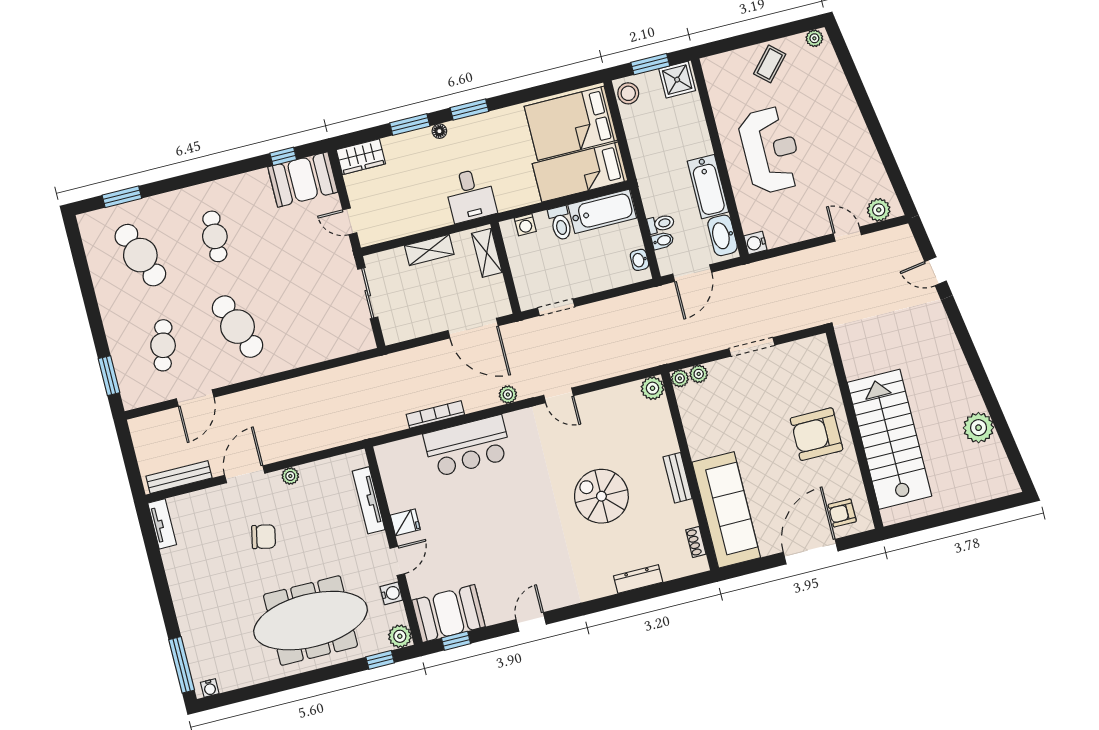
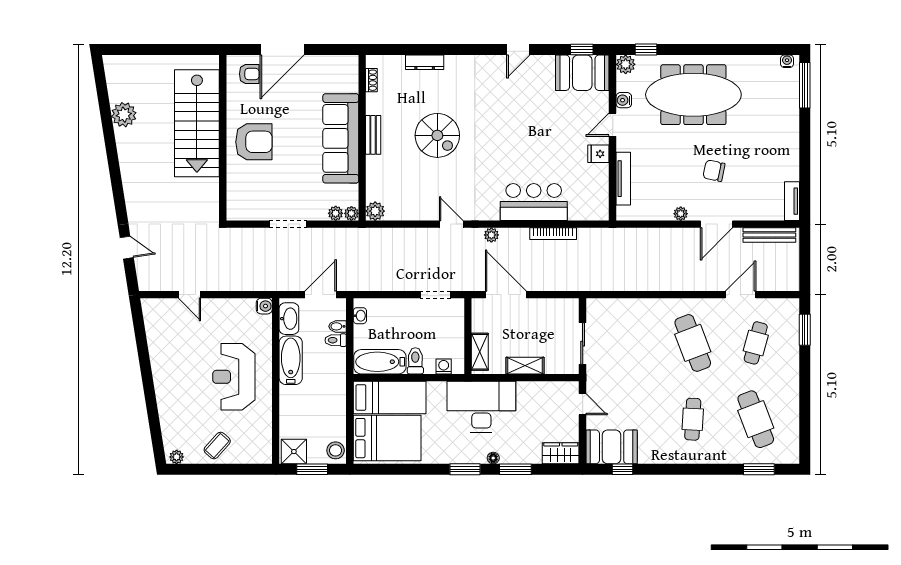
desk: (470, 195) -> (481, 407), width x1.87, depth x1.30
plant: (879, 210) -> (160, 308), removed
sofa: (726, 510) -> (341, 138), moved

